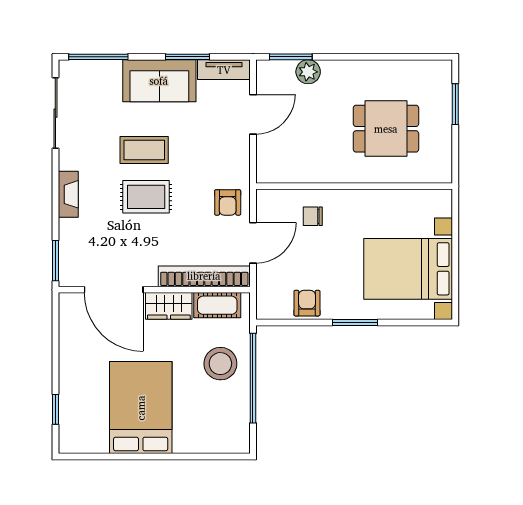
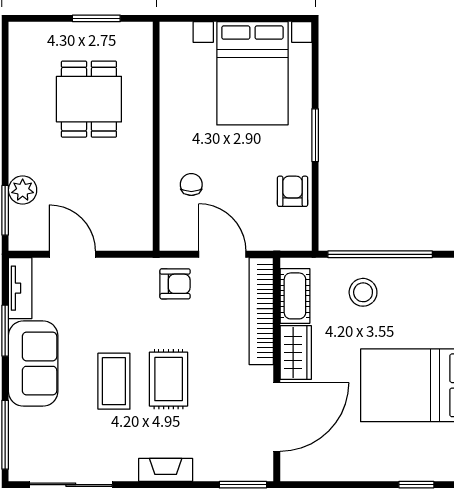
window: (455, 104) -> (96, 18), moved
chair: (313, 216) -> (191, 185), turned 180
armchair: (307, 303) -> (293, 191), turned 90
stool: (220, 364) -> (363, 292), width x0.73, depth x0.73

